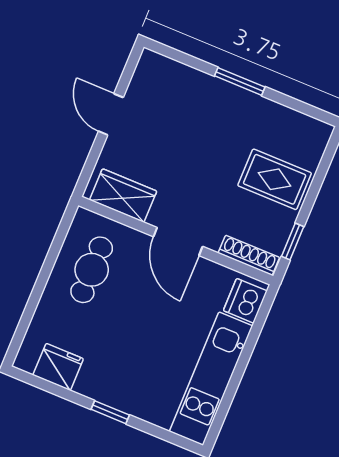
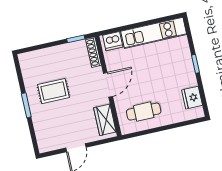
rug: (275, 179) -> (53, 91), moved, turned 90

